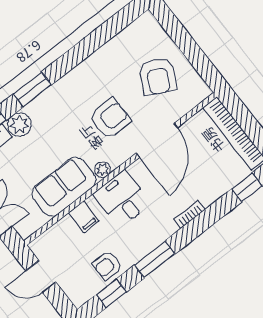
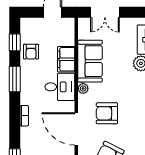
armchair: (110, 119) -> (107, 113), turned 90
filing cabinet: (84, 217) -> (66, 59), width x2.00
armchair: (107, 265) -> (31, 52), turned 180

